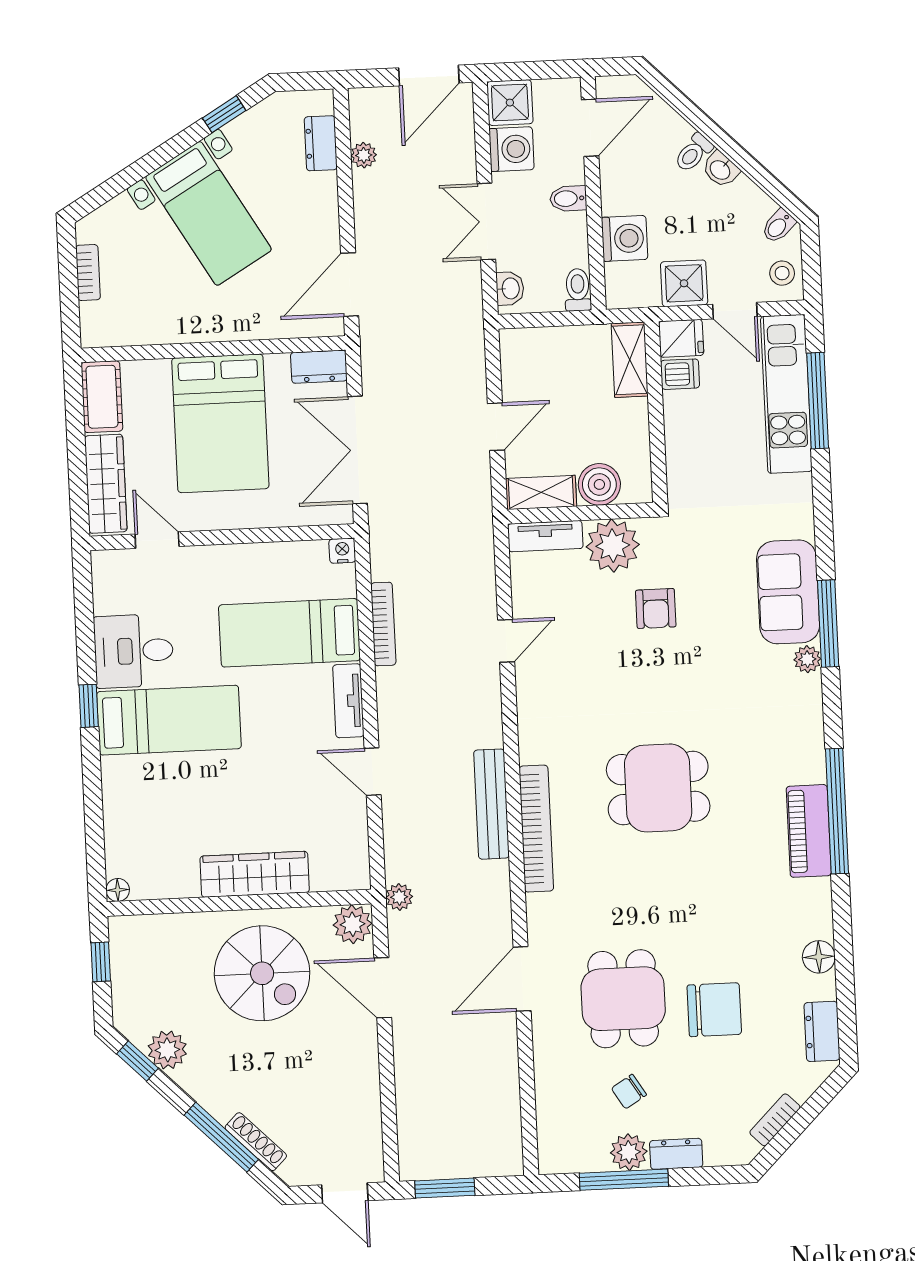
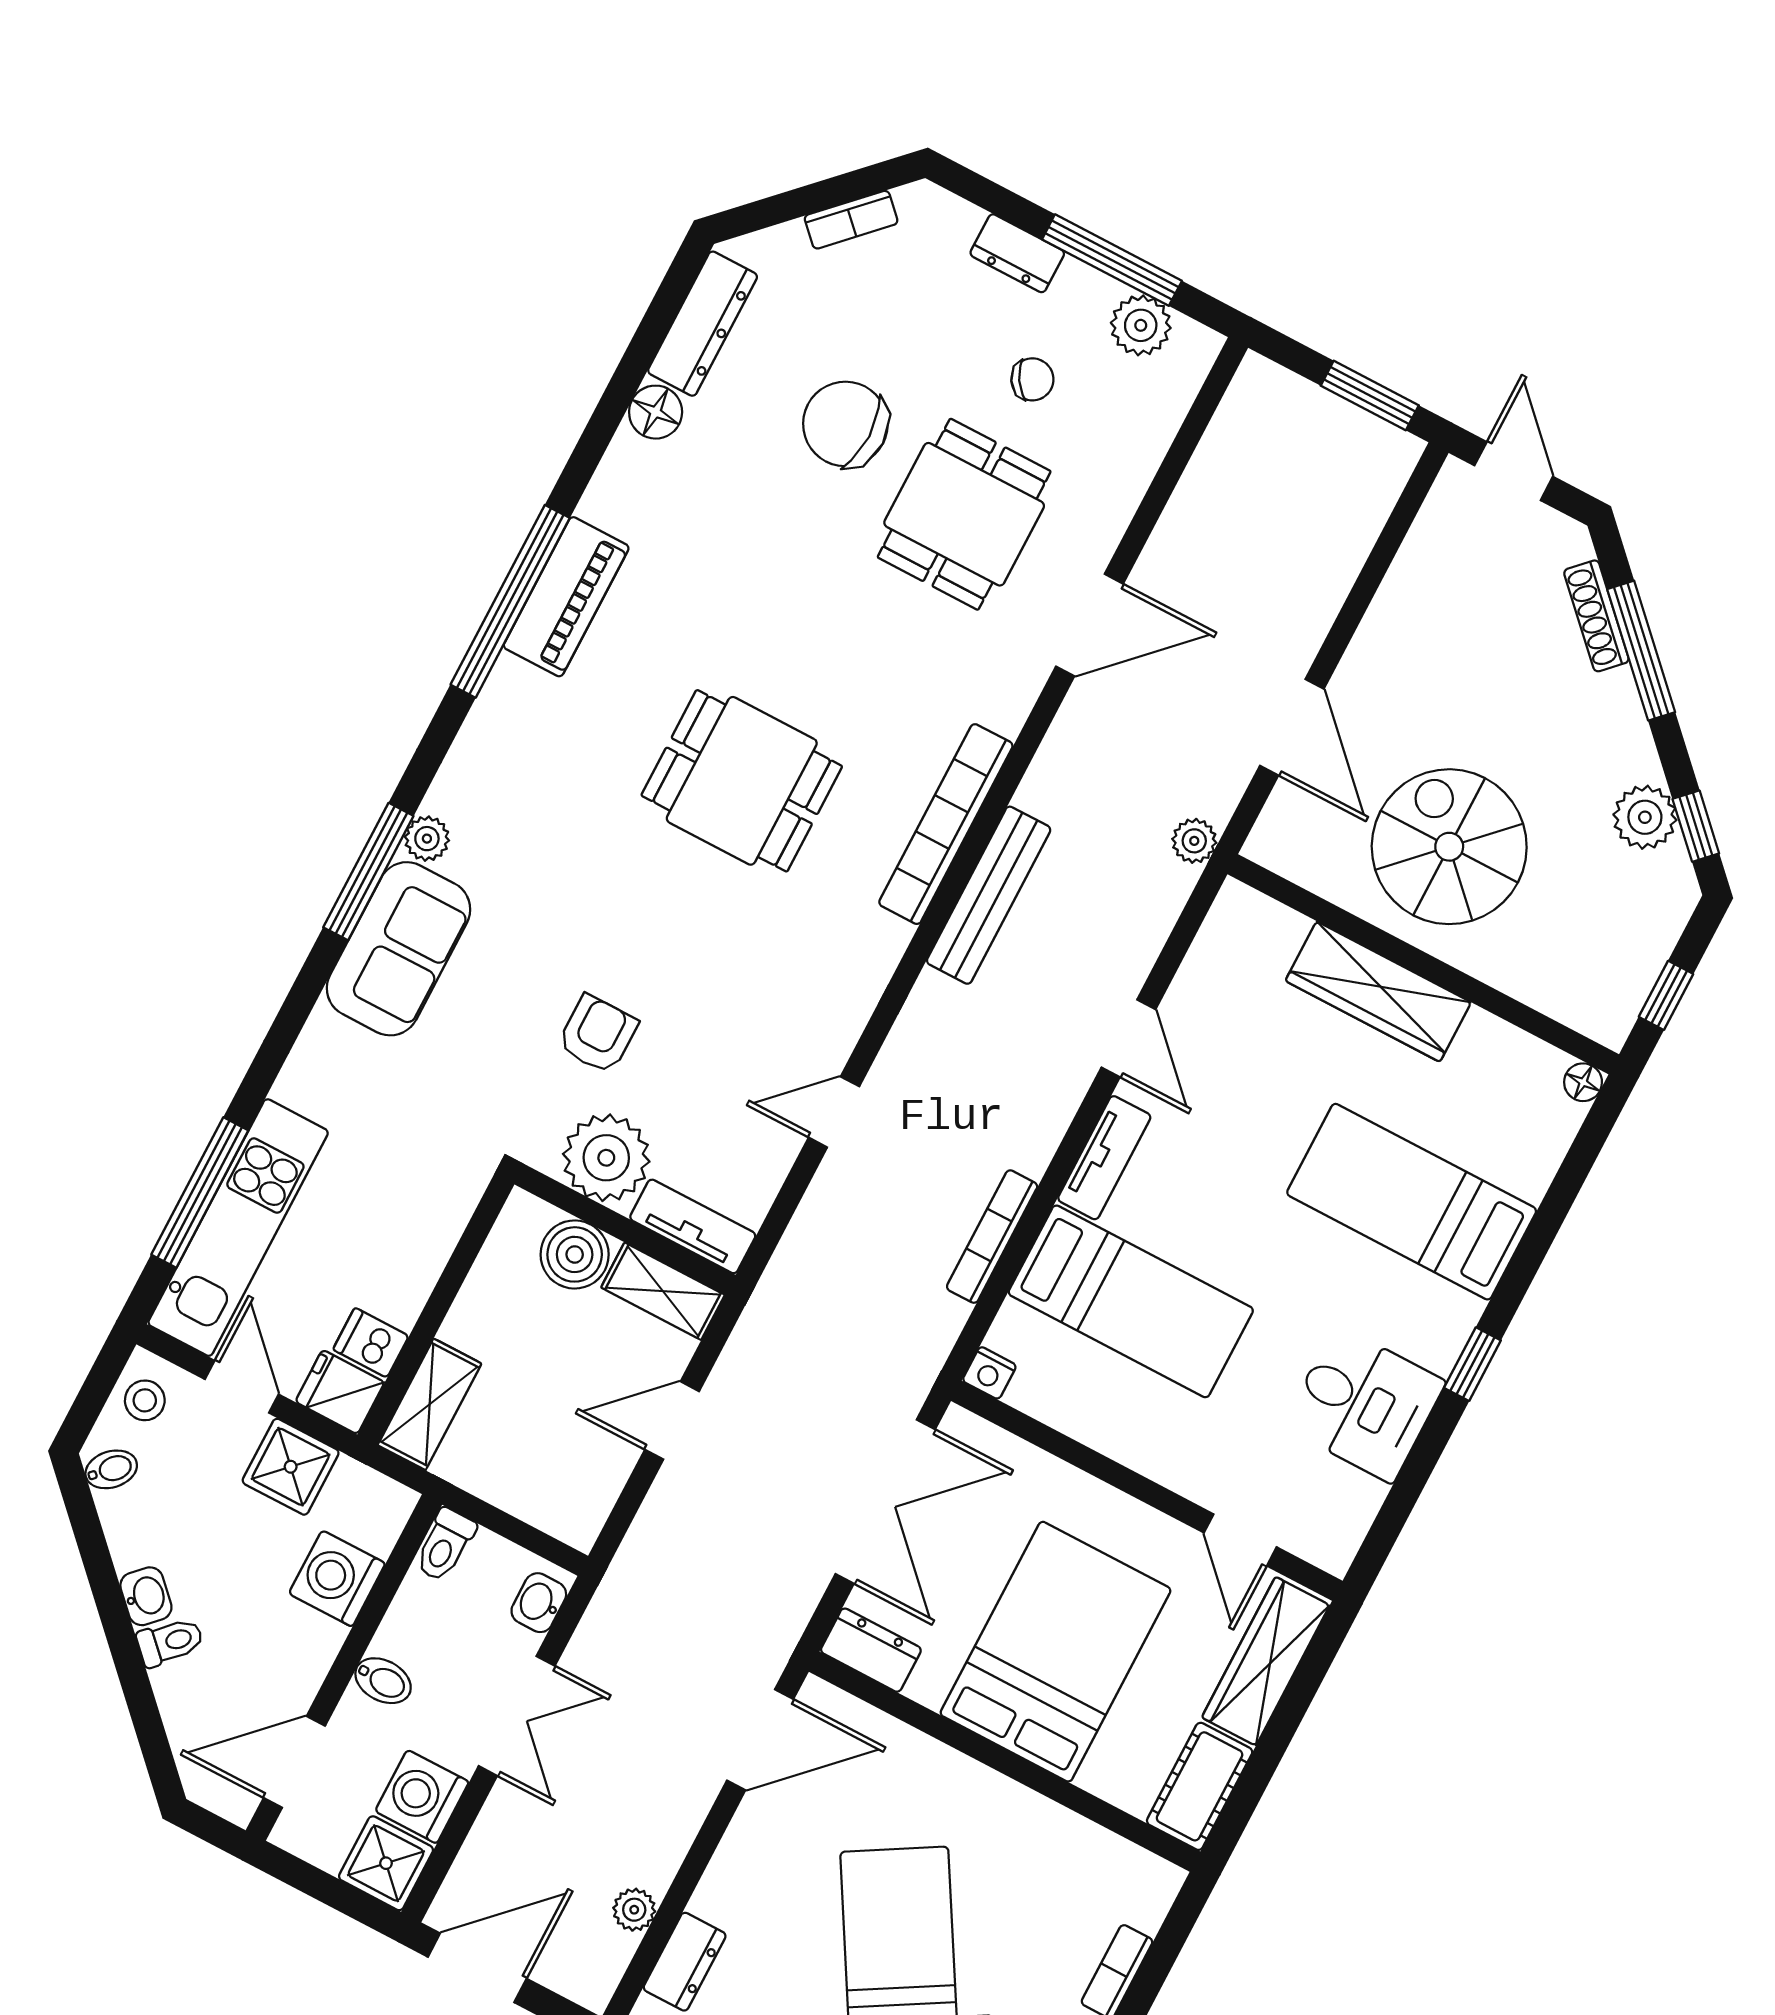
bed: (169, 720) -> (1412, 1202), moved
plant: (353, 924) -> (1282, 841), removed
dresser: (822, 1031) -> (703, 324), width x1.44
plant: (629, 1152) -> (1141, 325), moved

